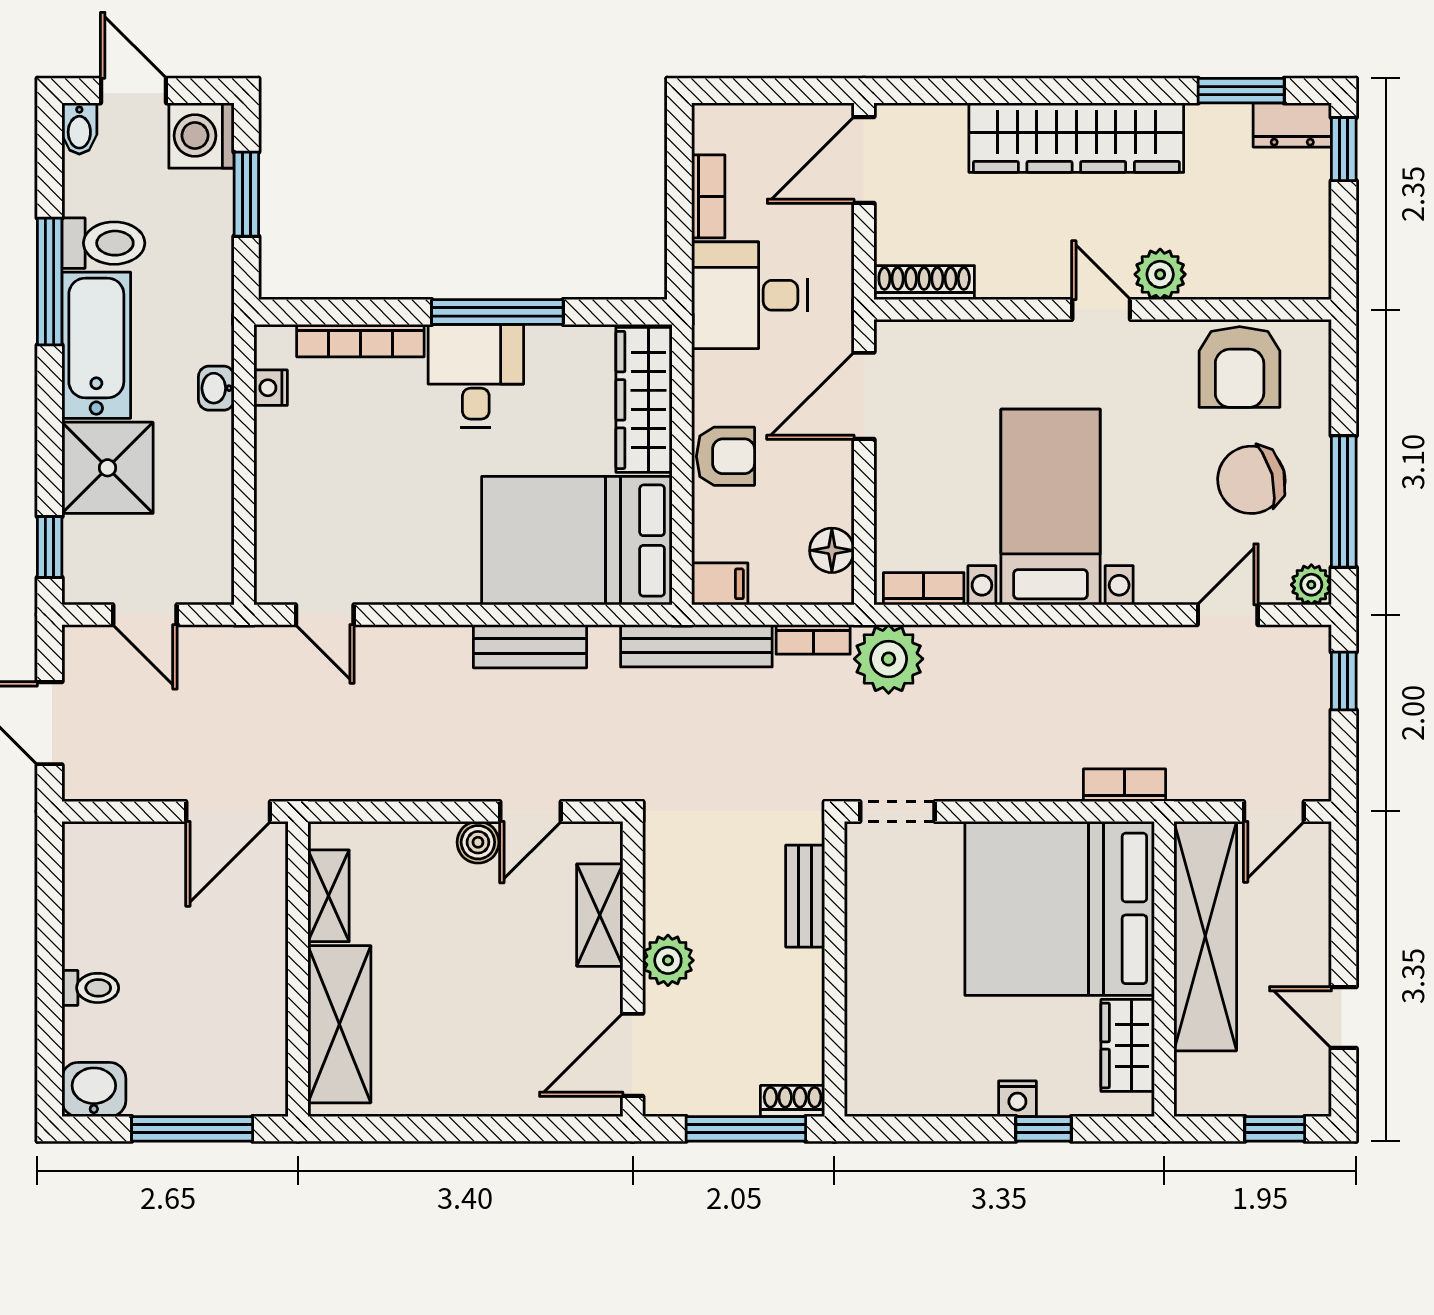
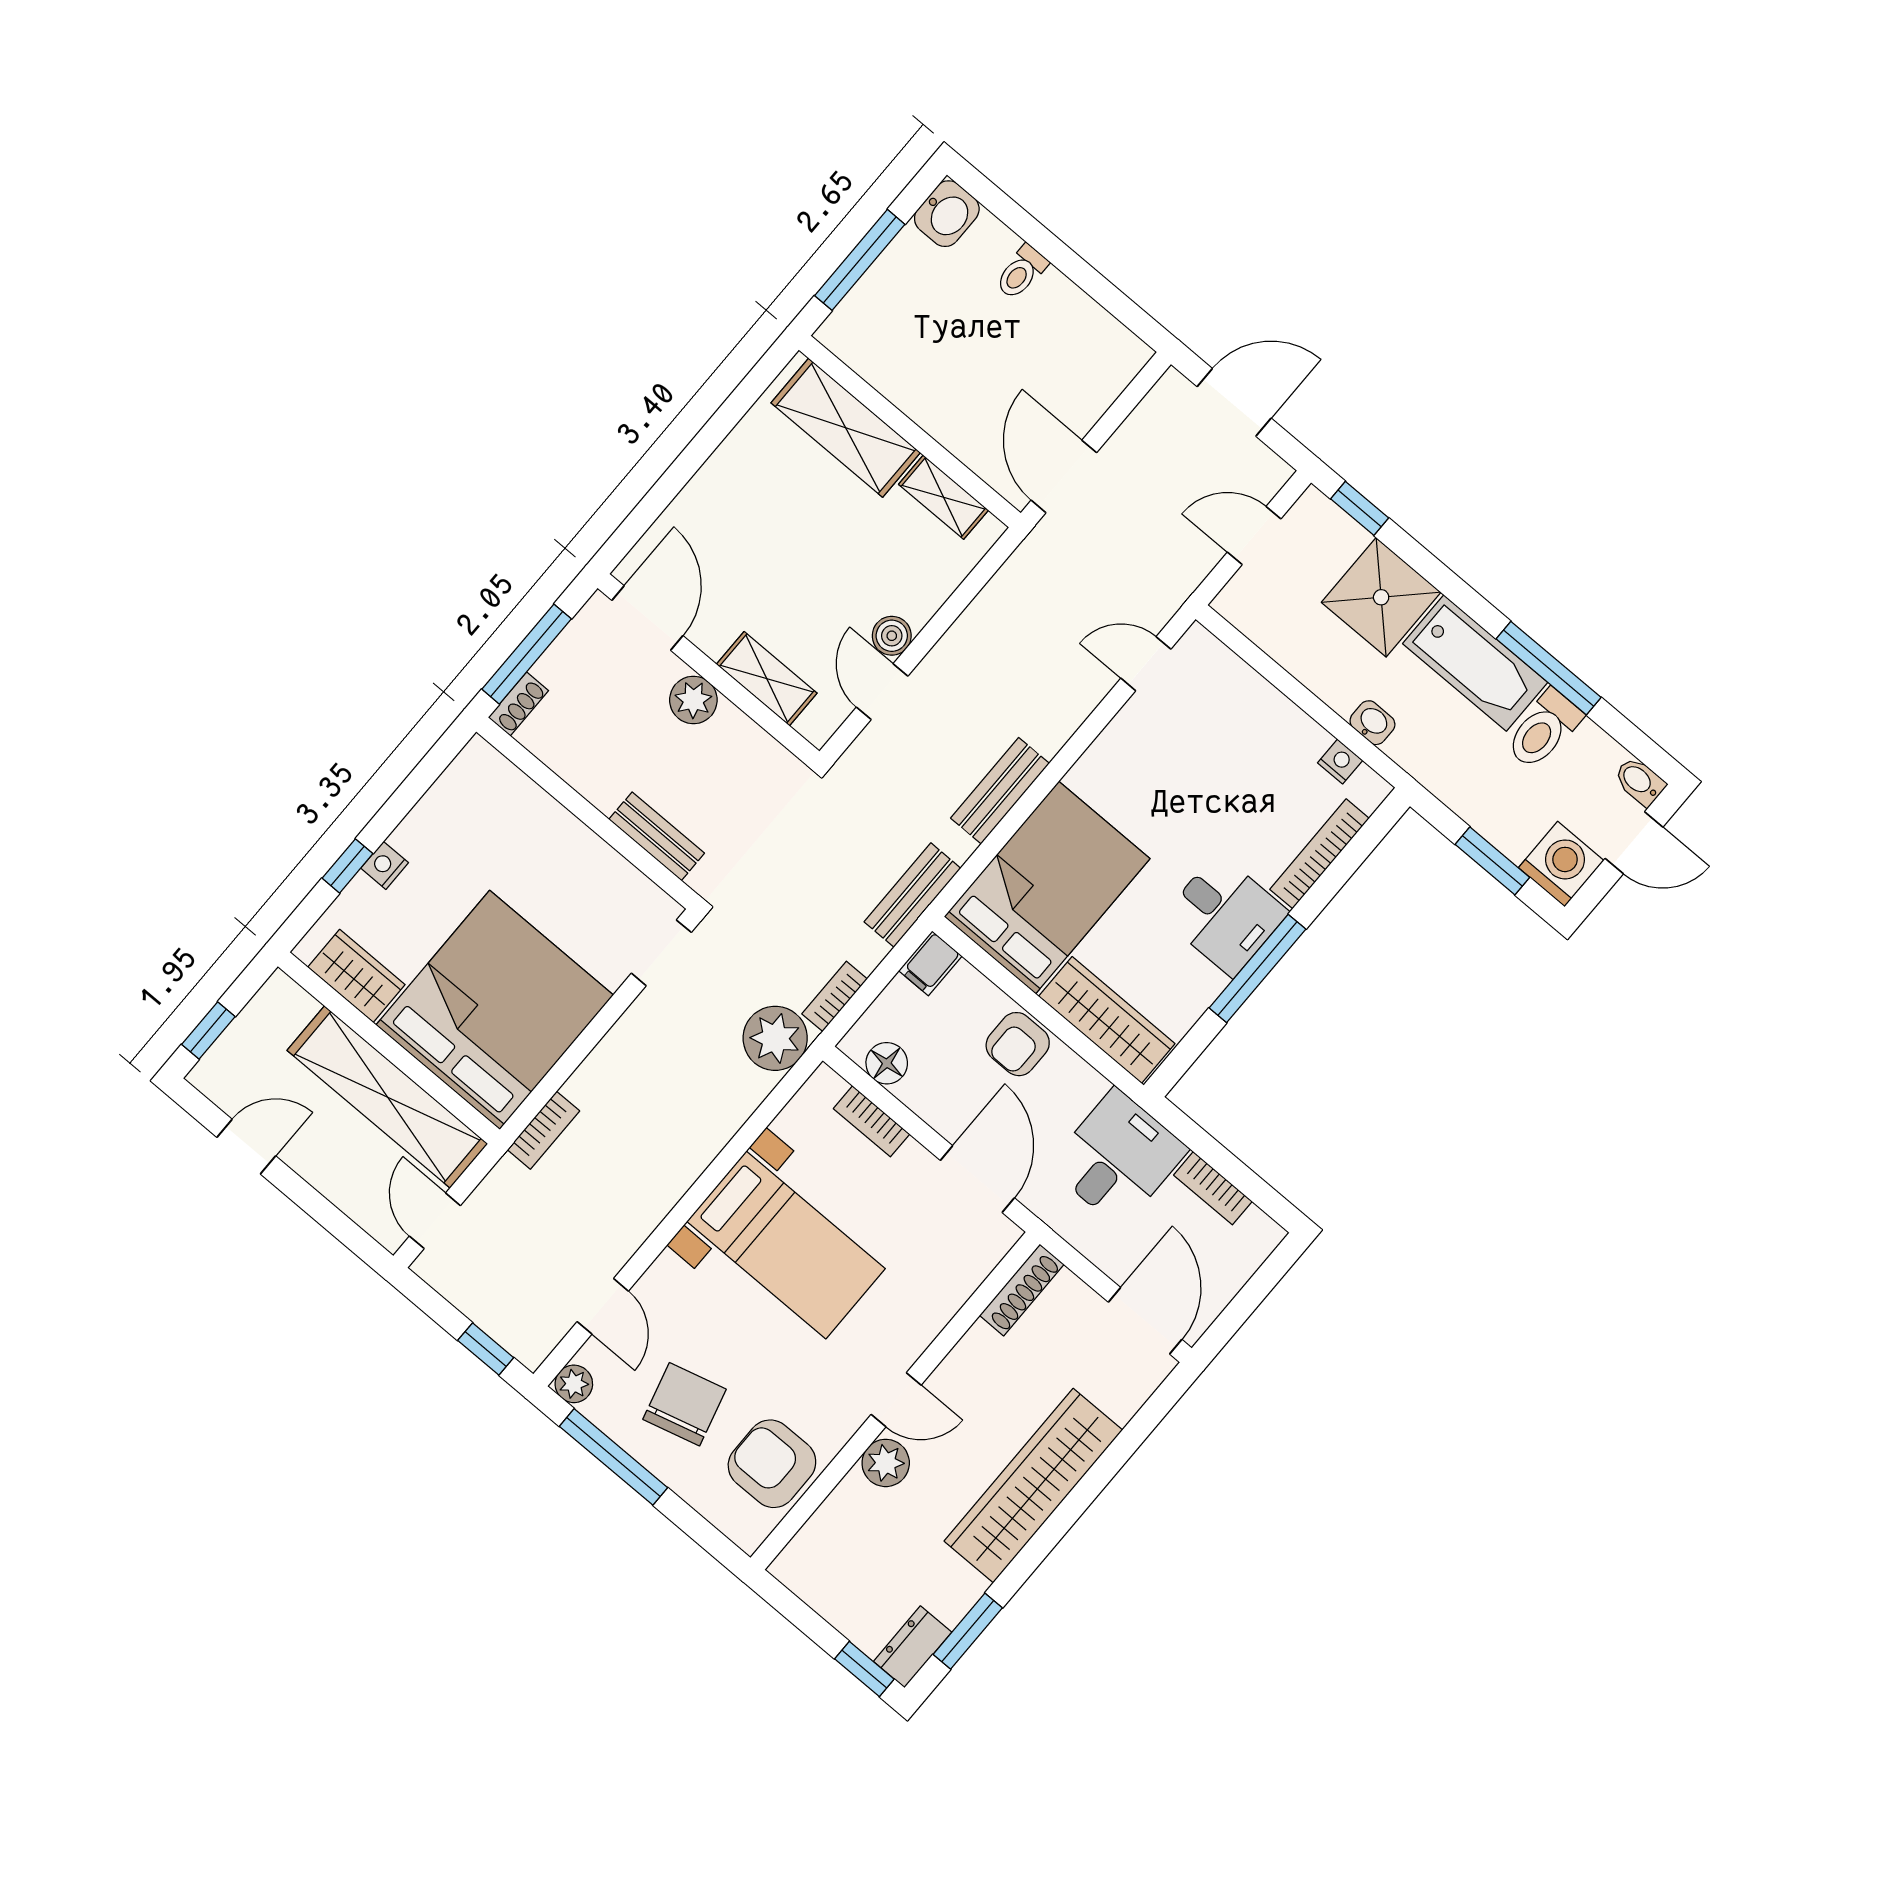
bookcase: (924, 589) -> (872, 1121), moved, turned 90
bench: (696, 646) -> (912, 895), width x0.73

